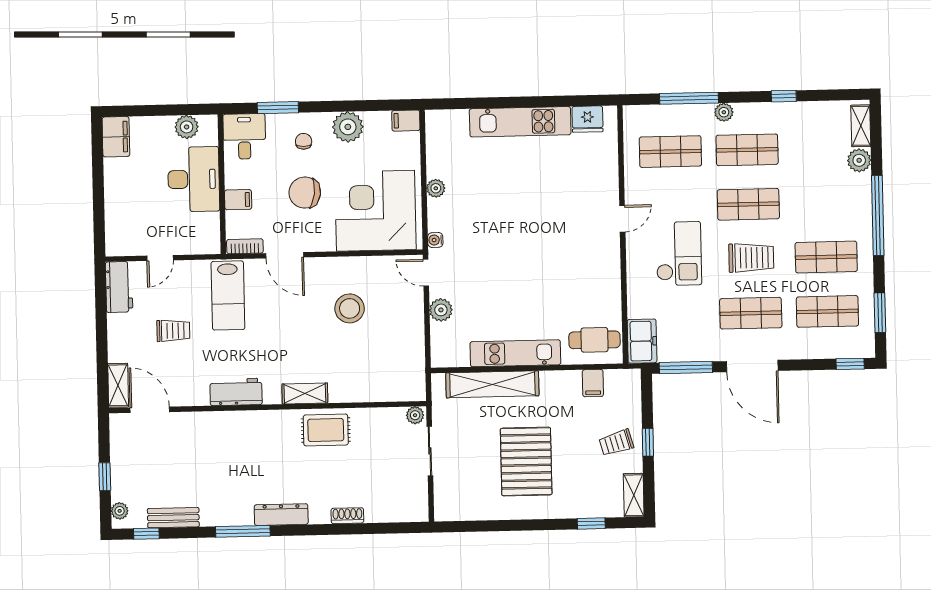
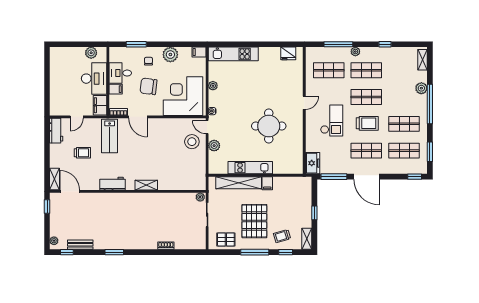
kitchen unit: (520, 122) -> (233, 54), moved
desk: (244, 136) -> (120, 73), moved, turned -90
filing cabinet: (116, 137) -> (100, 105), moved, turned 180
plant: (859, 160) -> (421, 88), moved
round table: (551, 268) -> (269, 126), added
stool: (350, 308) -> (192, 142), moved
cafe table: (595, 340) -> (289, 162), removed
filing cabinet: (593, 383) -> (267, 183), moved
rug: (326, 430) -> (156, 203), removed
trolley: (616, 443) -> (282, 236), moved
window: (105, 477) -> (47, 207), moved
pallet: (469, 500) -> (226, 239), added
dresser: (281, 515) -> (133, 244), removed
window: (529, 525) -> (255, 252), added
window: (243, 531) -> (114, 252), width x0.69

